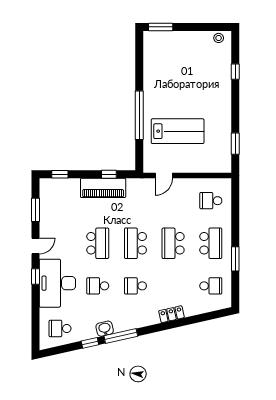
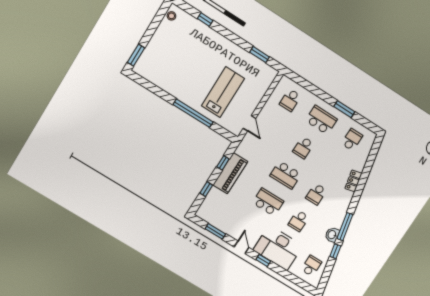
window: (60, 174) -> (206, 189), moved
school desk: (173, 243) -> (303, 148), width x0.54
school desk: (60, 328) -> (311, 266), turned 180

